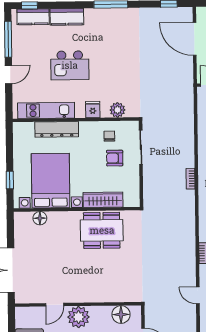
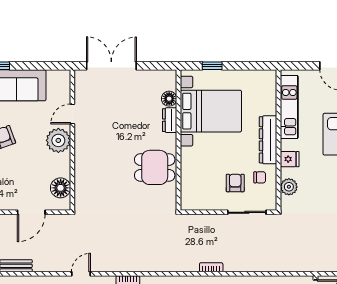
dresser: (57, 129) -> (268, 140), moved
wardrobe: (103, 200) -> (189, 169), removed
dresser: (59, 218) -> (170, 120), added
dining table: (102, 230) -> (155, 167), width x0.73
door: (55, 305) -> (72, 114), hinge flipped

